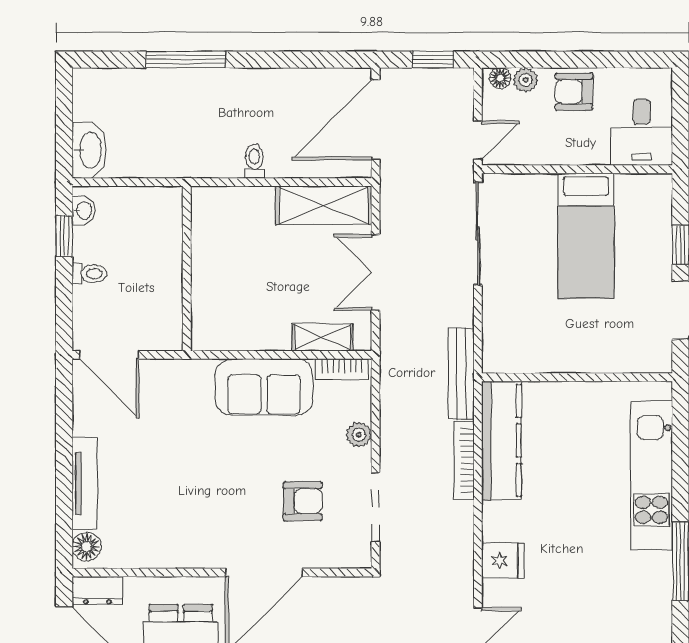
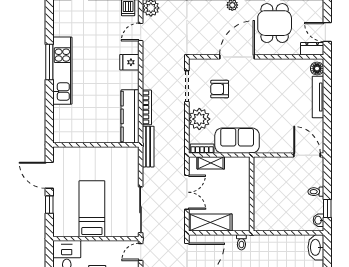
wall: (187, 268) -> (252, 194), moved
plant: (359, 435) -> (199, 119), width x1.87, depth x1.87
kitchen unit: (651, 475) -> (62, 71), moved

